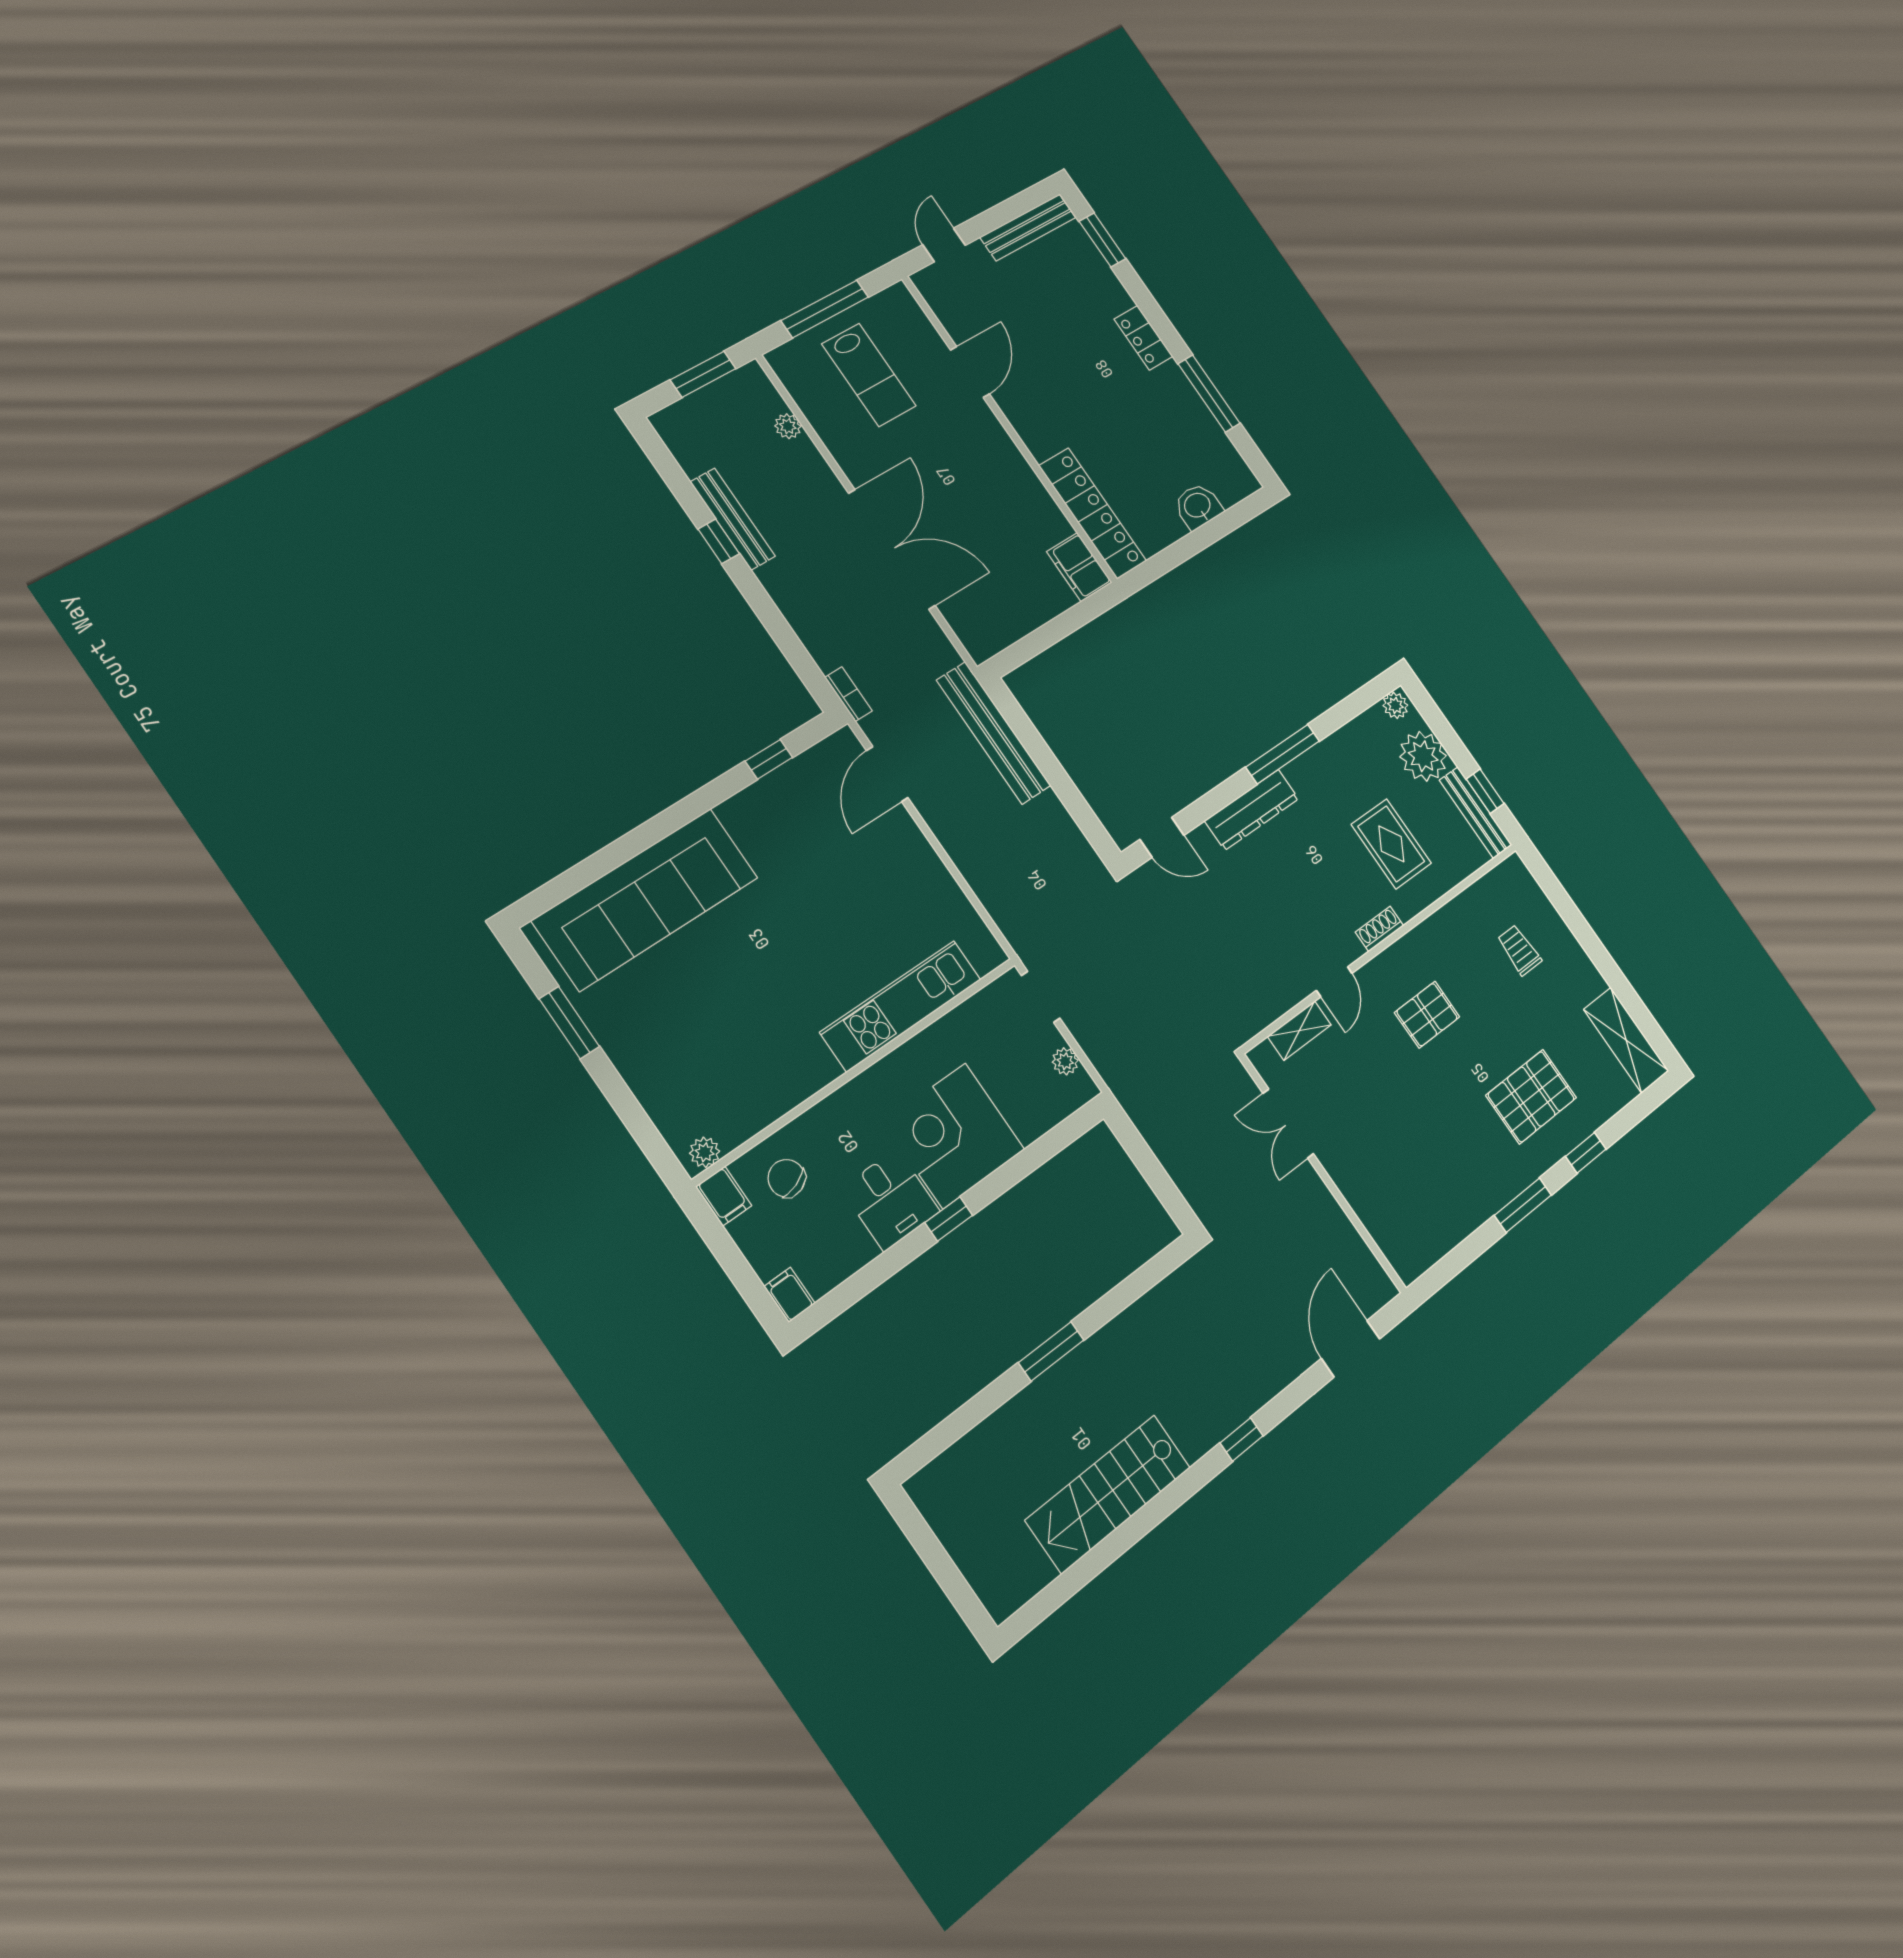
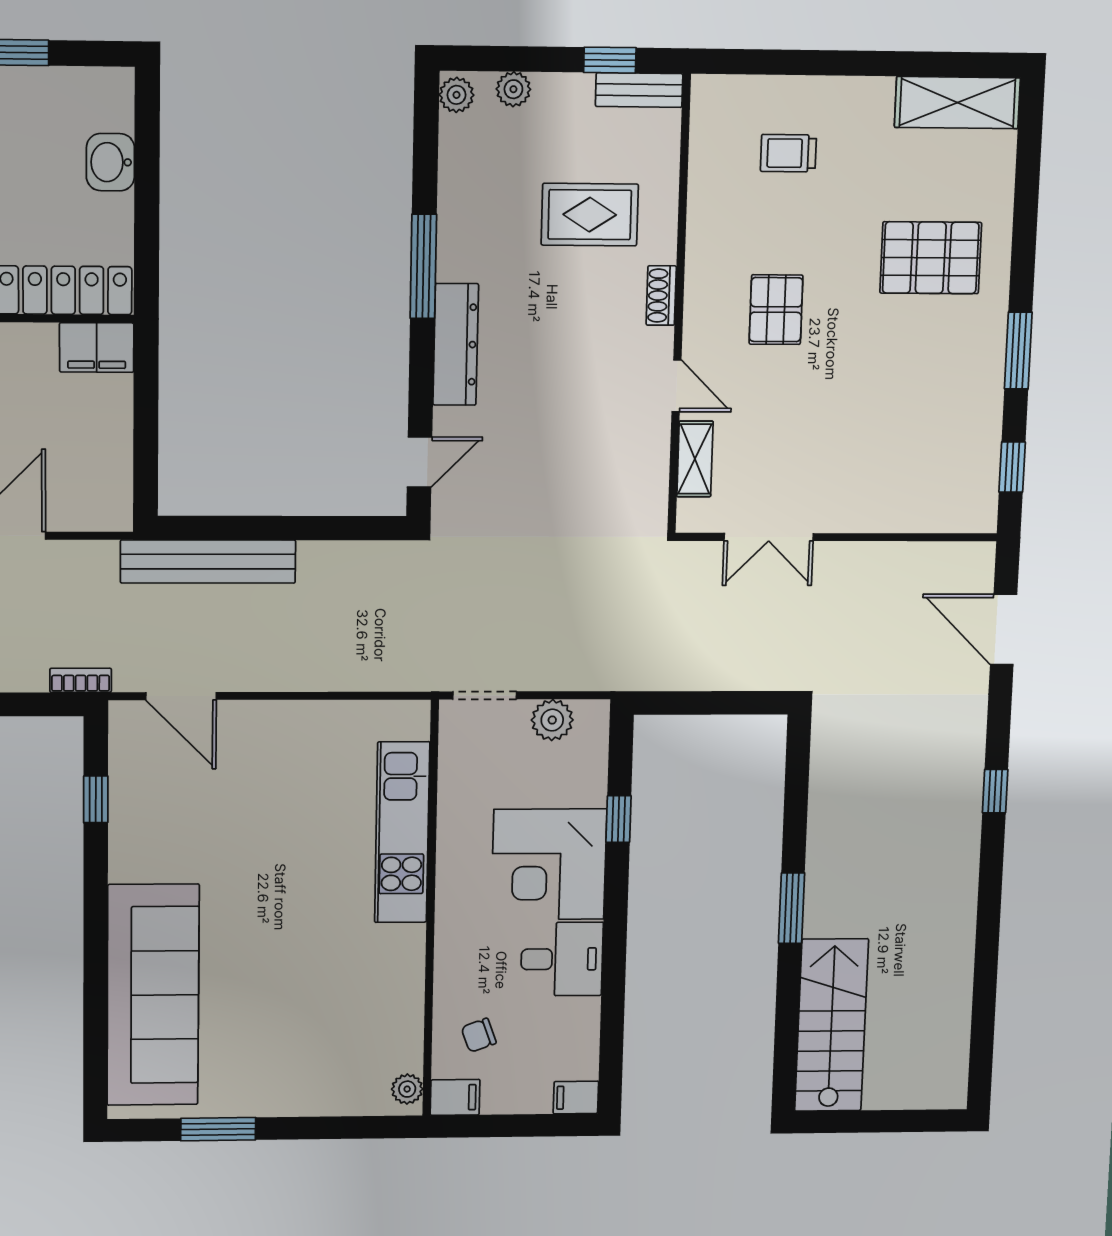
plant: (1423, 756) -> (513, 89), width x0.53, depth x0.53
bench: (1476, 813) -> (639, 90), width x0.73
plant: (1065, 1061) -> (552, 720), width x1.38, depth x1.38
pallet: (1531, 1097) -> (931, 258), turned 90
window: (1586, 1153) -> (1012, 467), moved
chair: (787, 1178) -> (479, 1035), width x0.73, depth x0.73
window: (949, 1219) -> (619, 819), moved
stairs: (1108, 1494) -> (831, 1025), moved, turned 180

